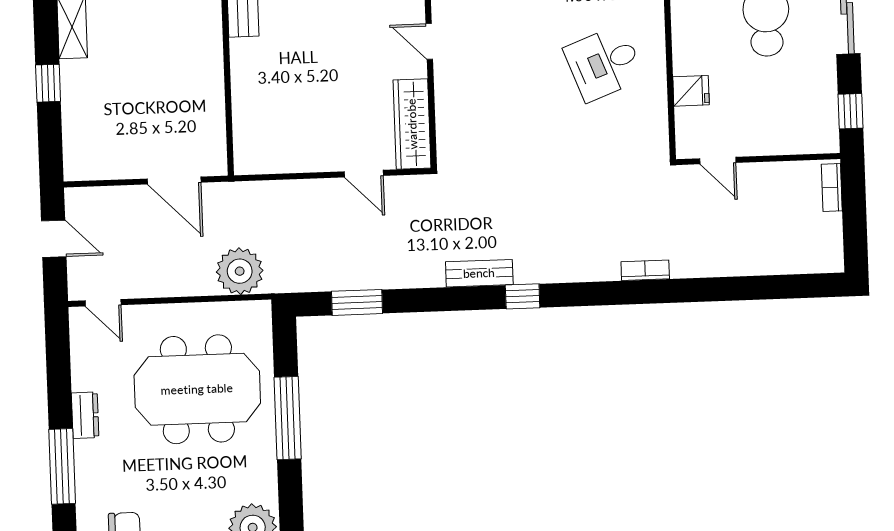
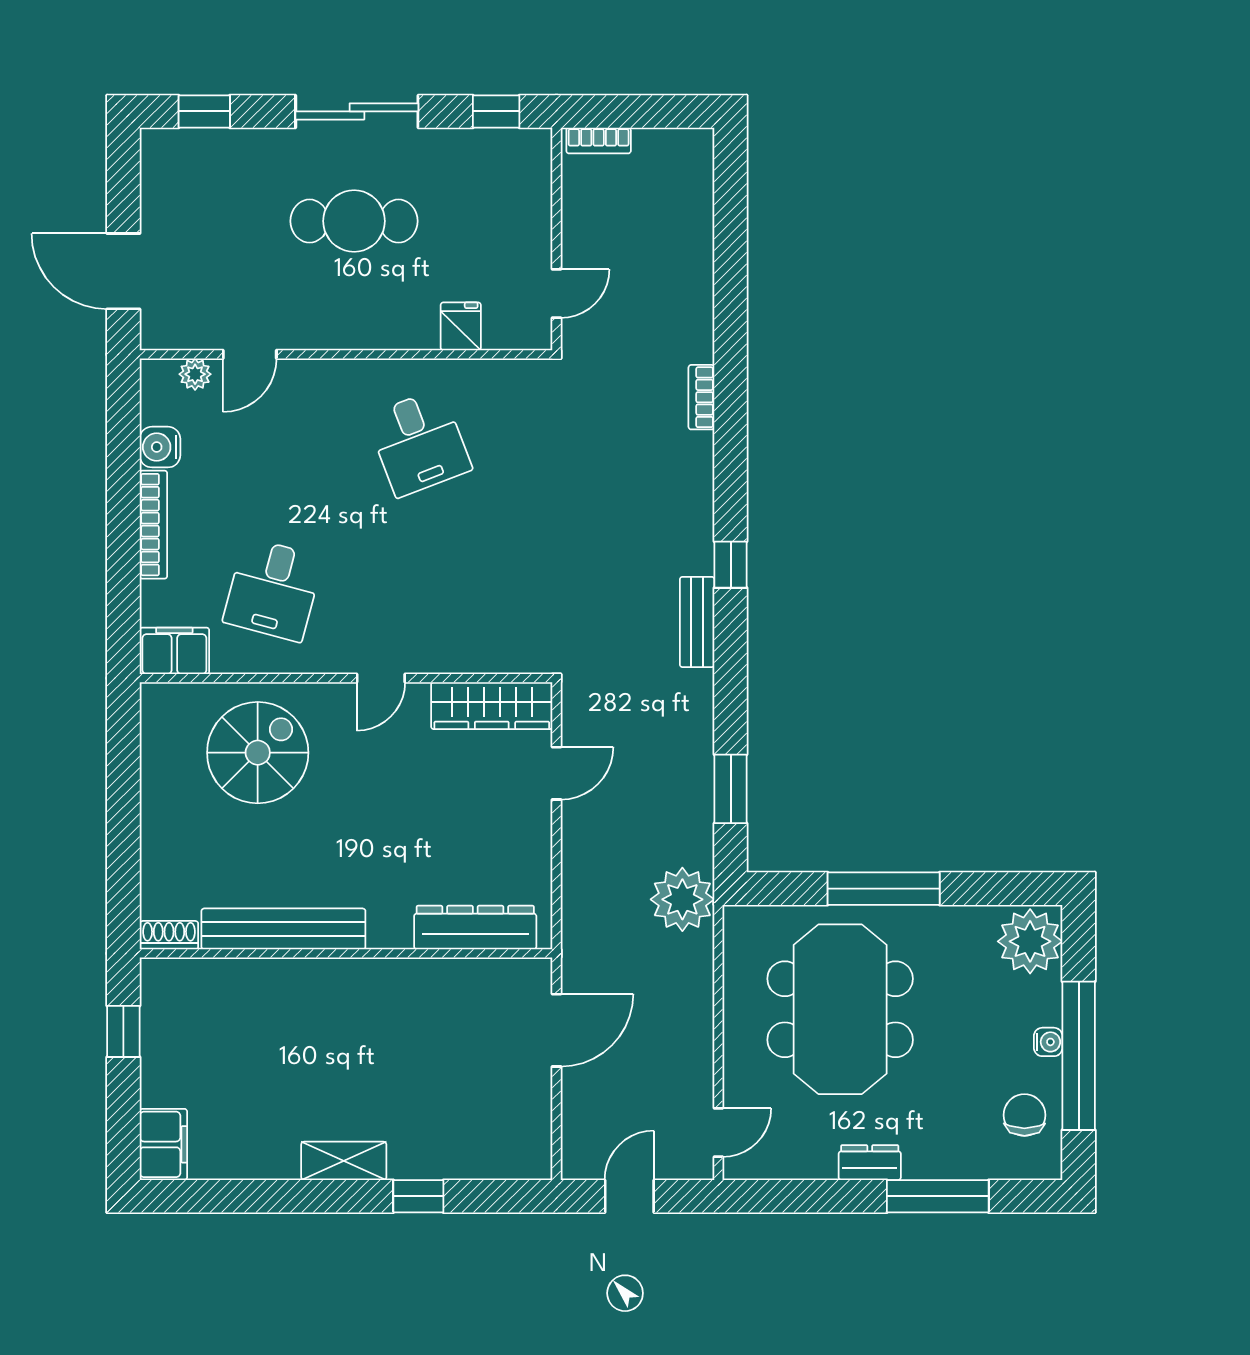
dresser: (248, 118) -> (475, 928), added
plant: (240, 271) -> (682, 899), moved

